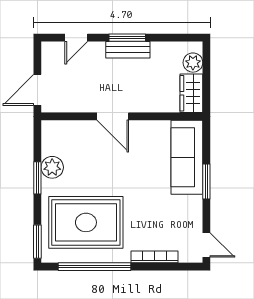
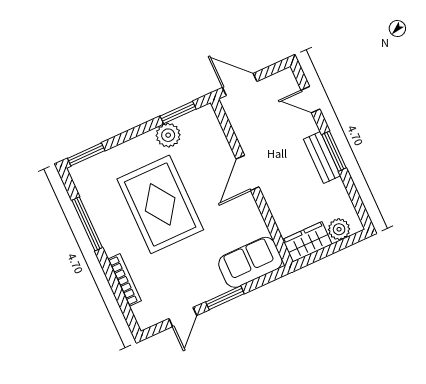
sofa: (187, 157) -> (250, 262), width x0.73
window: (37, 178) -> (178, 113), moved
rug: (86, 222) -> (160, 204), moved
door: (206, 245) -> (183, 317), moved
window: (95, 267) -> (87, 224), width x0.68

